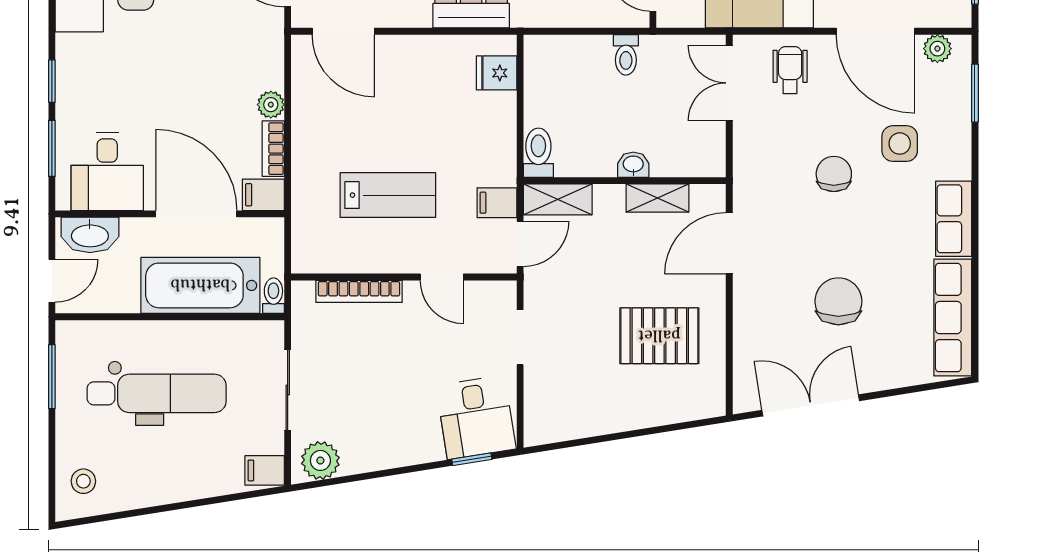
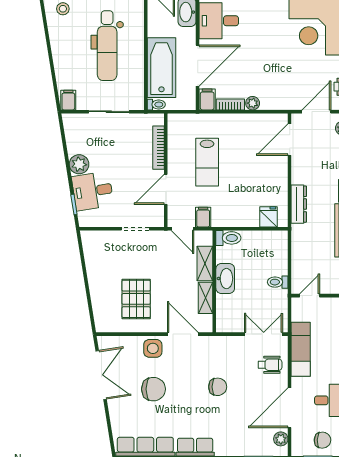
side table: (900, 144) -> (153, 348), moved
washbasin: (633, 165) -> (225, 279), width x1.91, depth x1.45
shelving: (558, 199) -> (205, 264), moved
door: (442, 277) -> (166, 189), width x1.38
desk: (476, 417) -> (93, 191), moved
plant: (320, 460) -> (79, 164), moved

